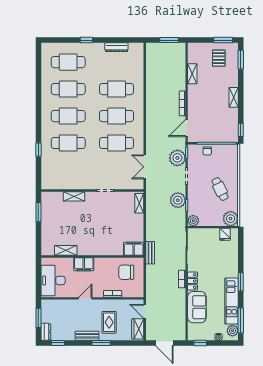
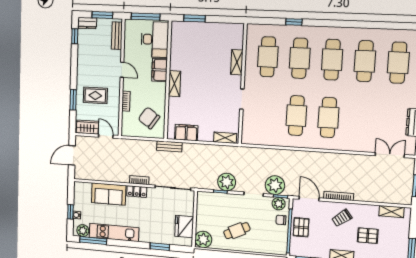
pallet: (219, 58) -> (368, 236), moved
shelving: (192, 74) -> (392, 212), moved
cafe table: (117, 89) -> (268, 57), moved
trolley: (201, 99) -> (342, 218), added
pallet: (212, 133) -> (301, 227), added
double door: (145, 167) -> (390, 155), moved
window: (38, 212) -> (195, 18), moved
plant: (193, 221) -> (279, 204), moved
fridge: (225, 234) -> (184, 226), width x1.88, depth x1.34
filing cabinet: (134, 249) -> (186, 133), moved, turned -90
shelving: (66, 250) -> (174, 84), moved
chair: (126, 272) -> (149, 118), turned -55
window: (38, 279) -> (146, 17), added
desk: (53, 280) -> (155, 39), moved, turned 90
window: (241, 282) -> (160, 247), moved
door: (145, 311) -> (106, 136), hinge flipped
bench: (87, 336) -> (117, 36), moved
window: (101, 343) -> (73, 100), moved
window: (200, 343) -> (70, 212), moved

